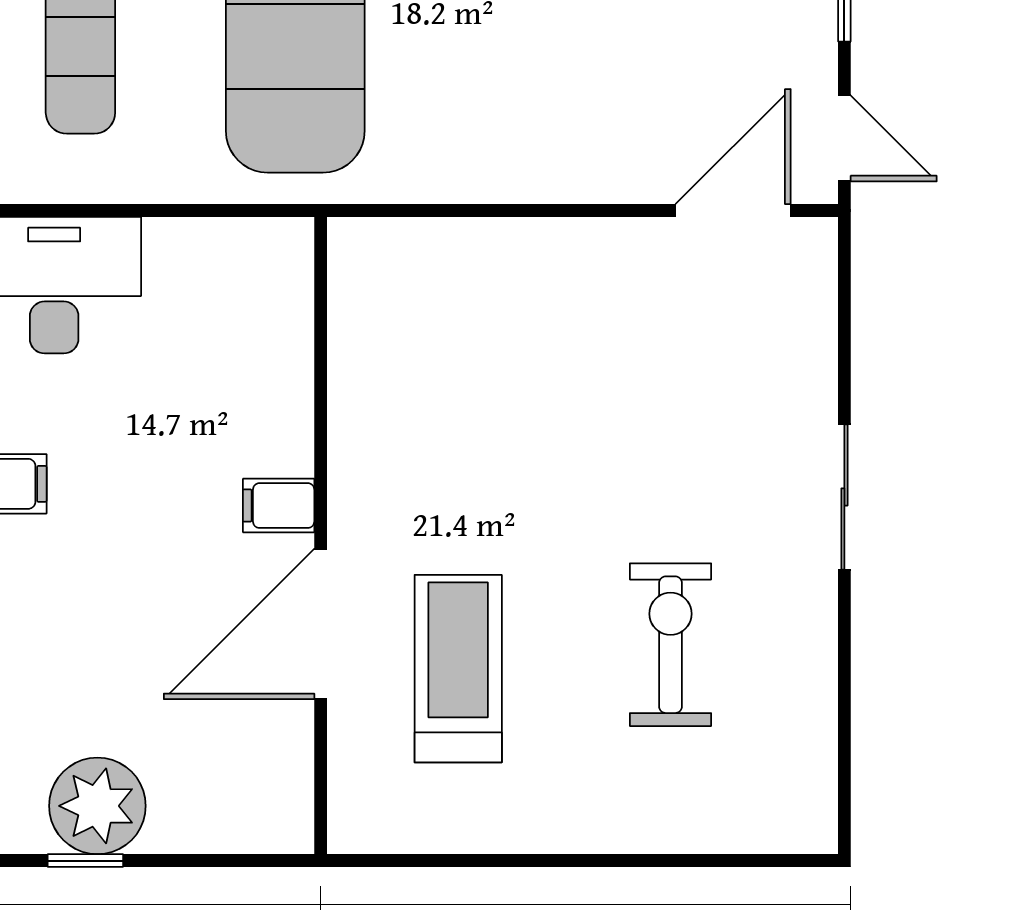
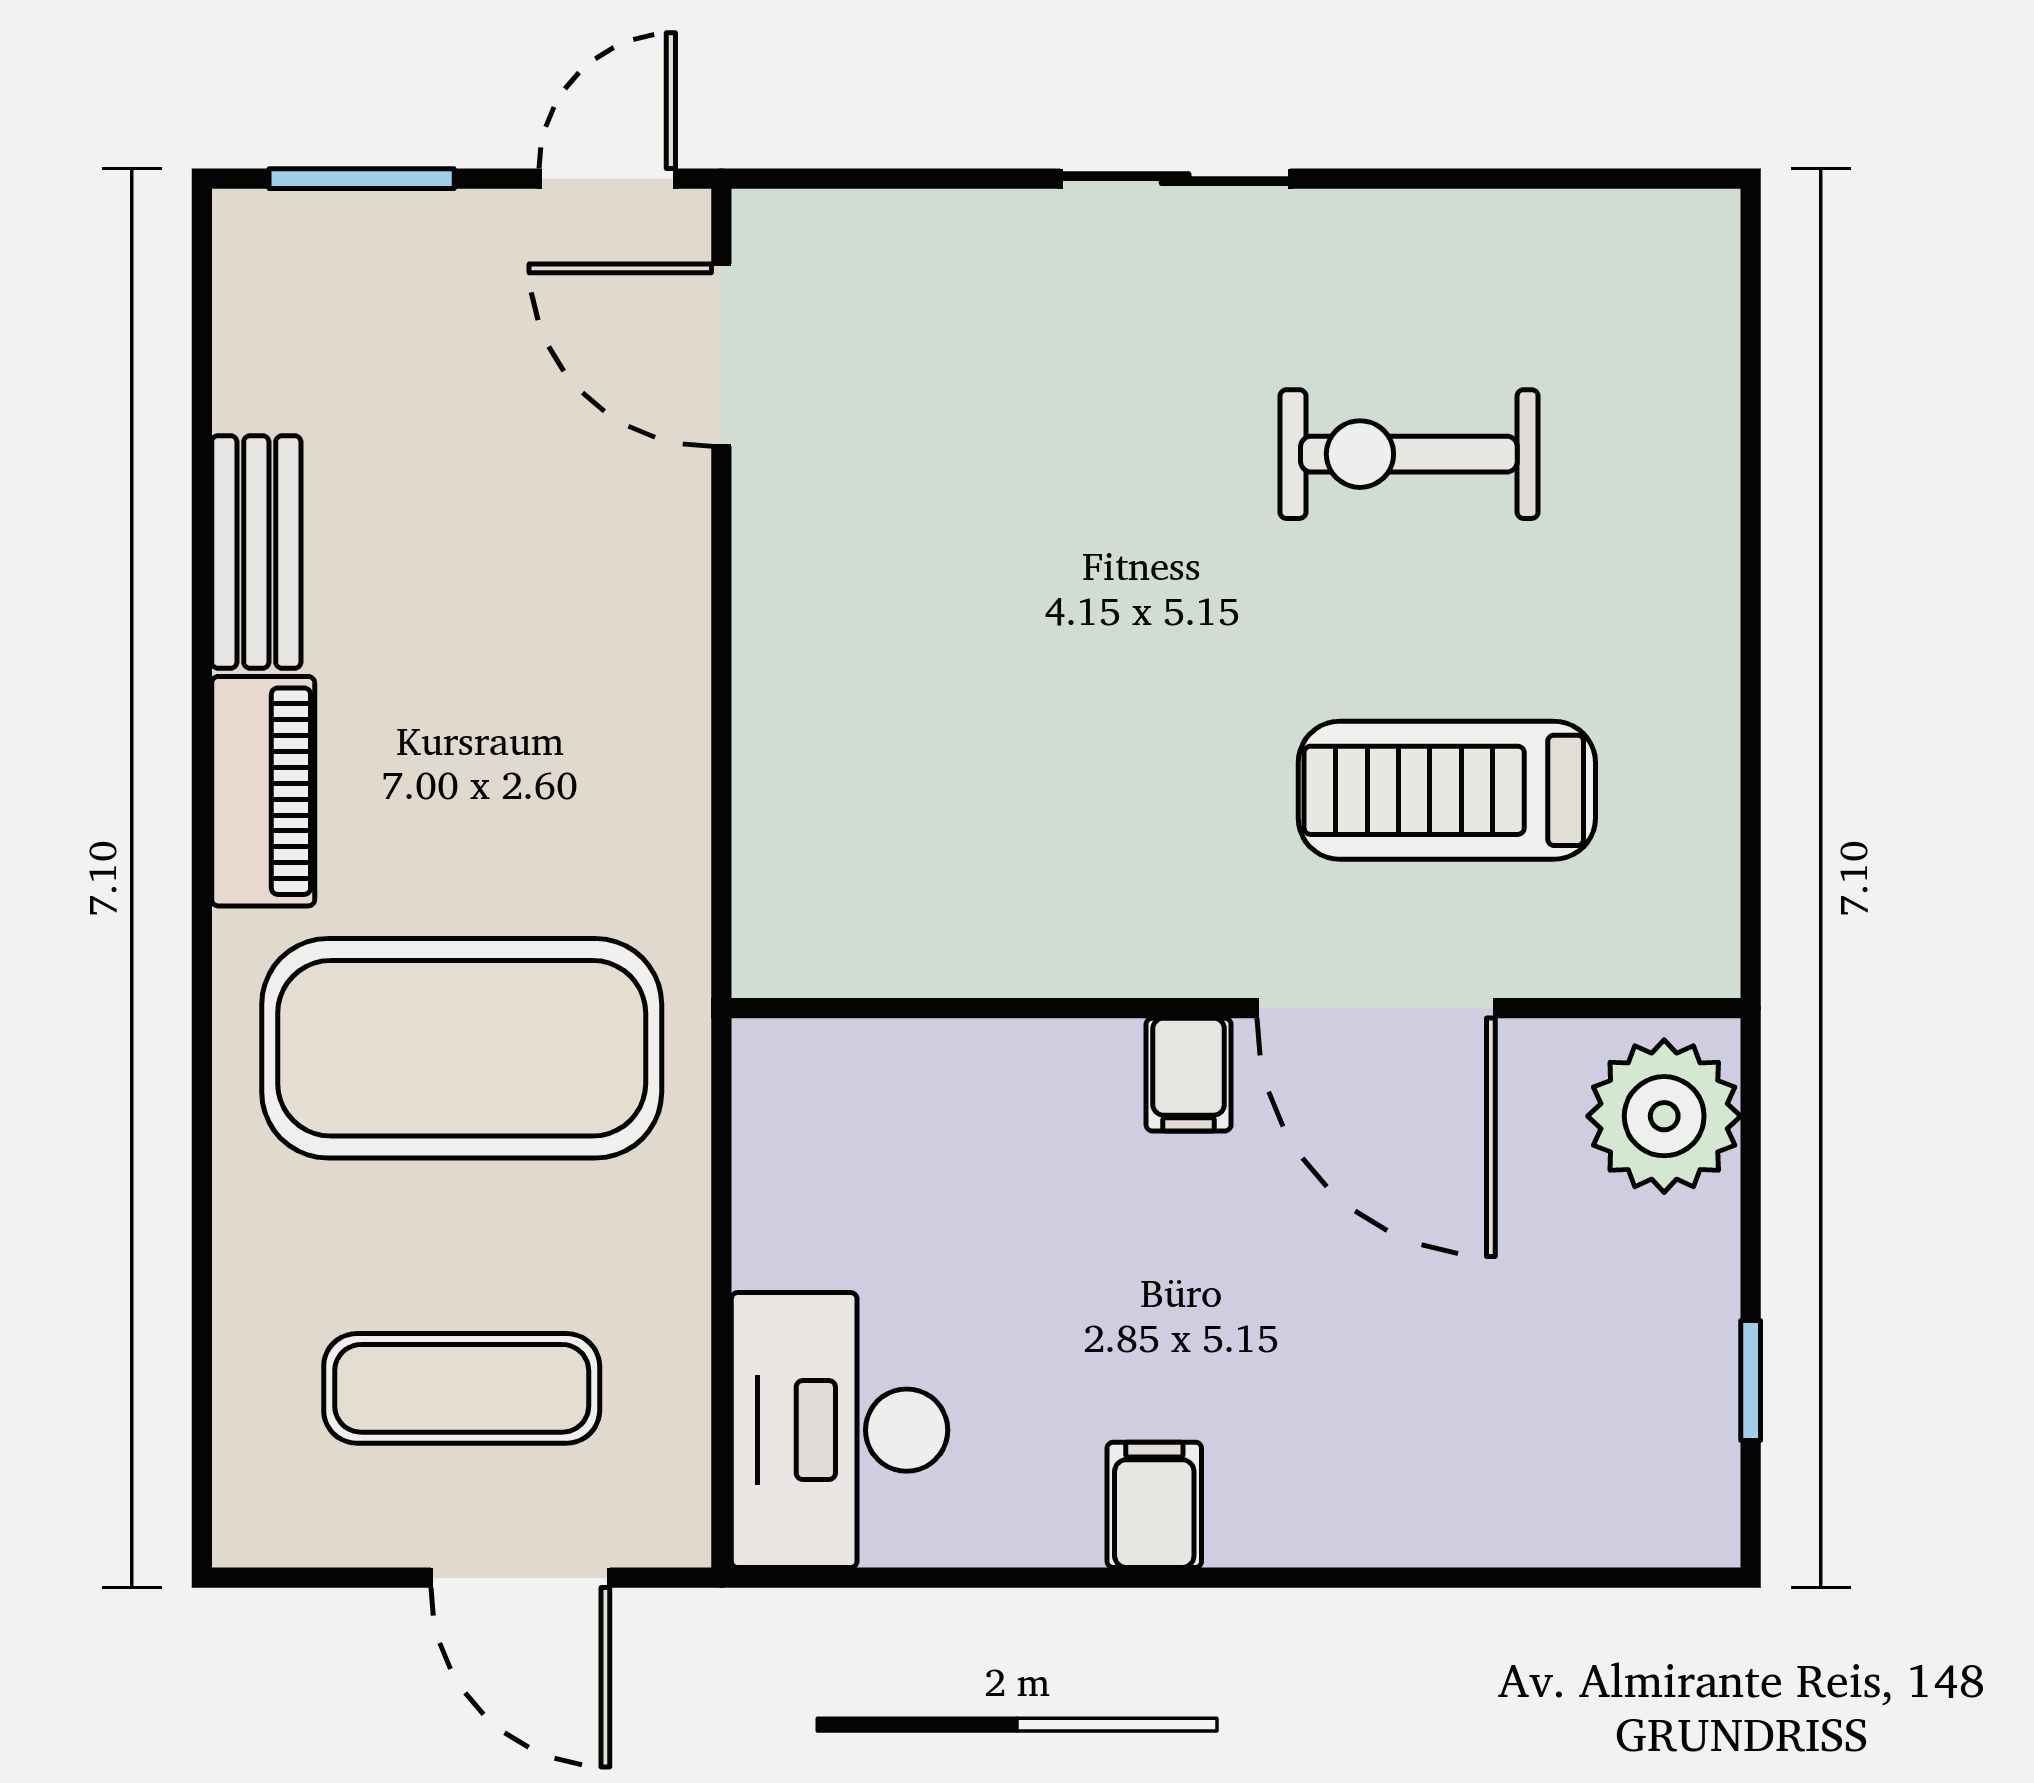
plant: (97, 806) -> (1664, 1116), moved

